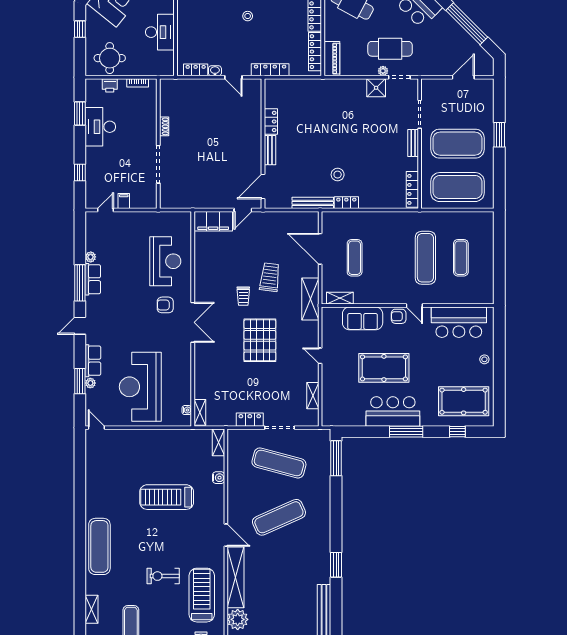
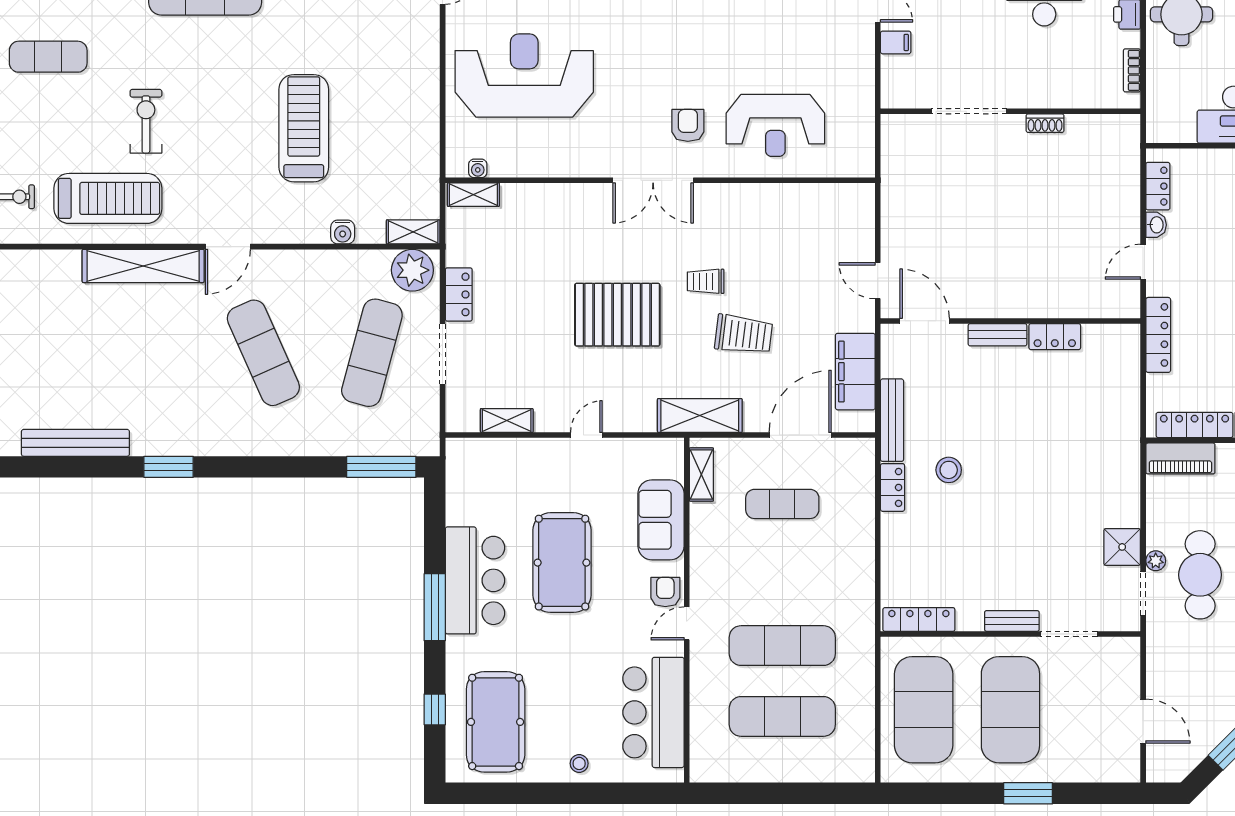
filing cabinet: (213, 221) -> (855, 372), moved
exercise mat: (461, 258) -> (782, 716), width x1.36, depth x1.45
plant: (238, 619) -> (412, 270), moved

